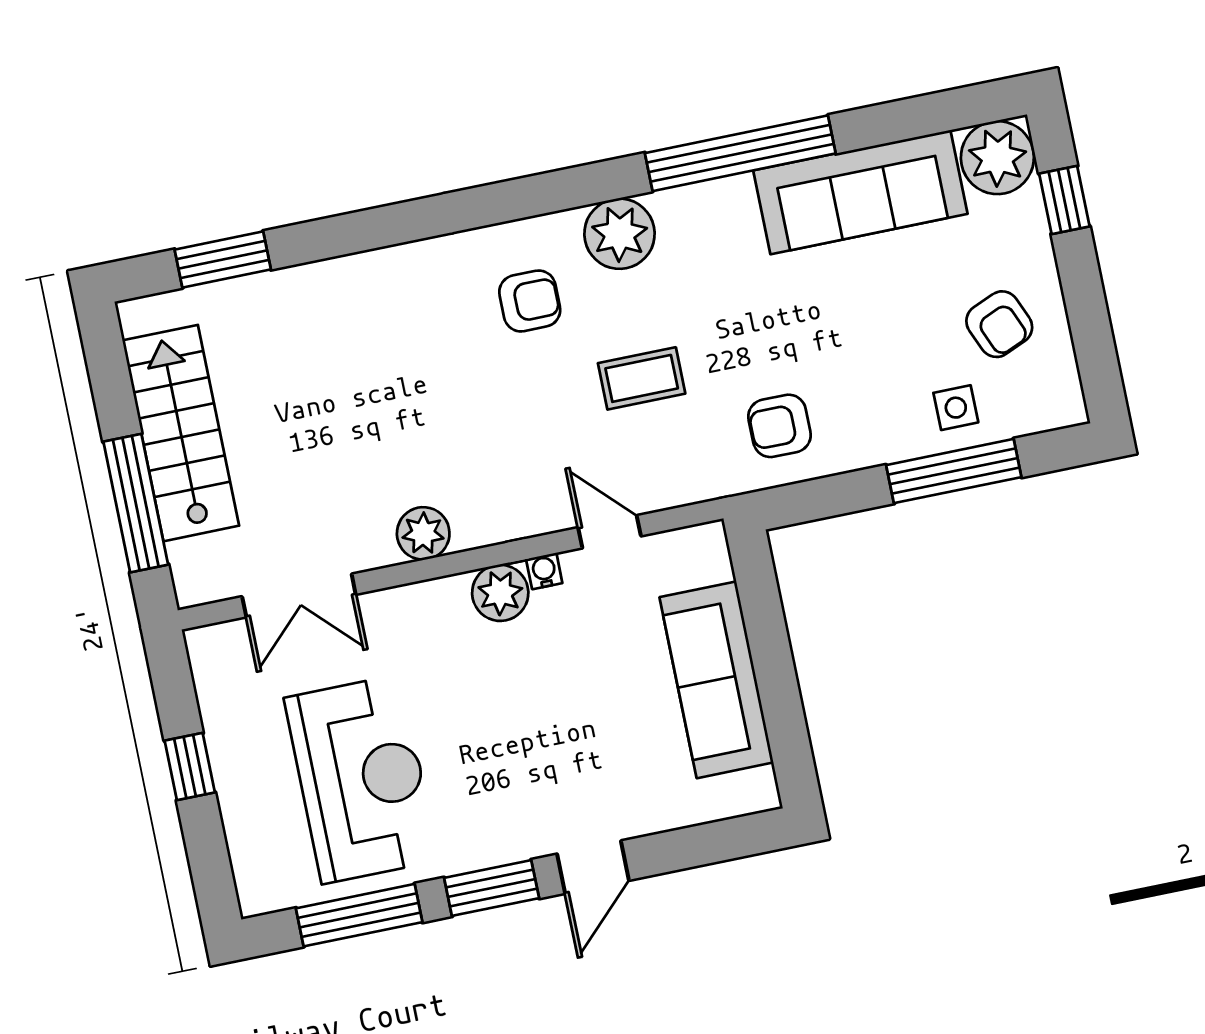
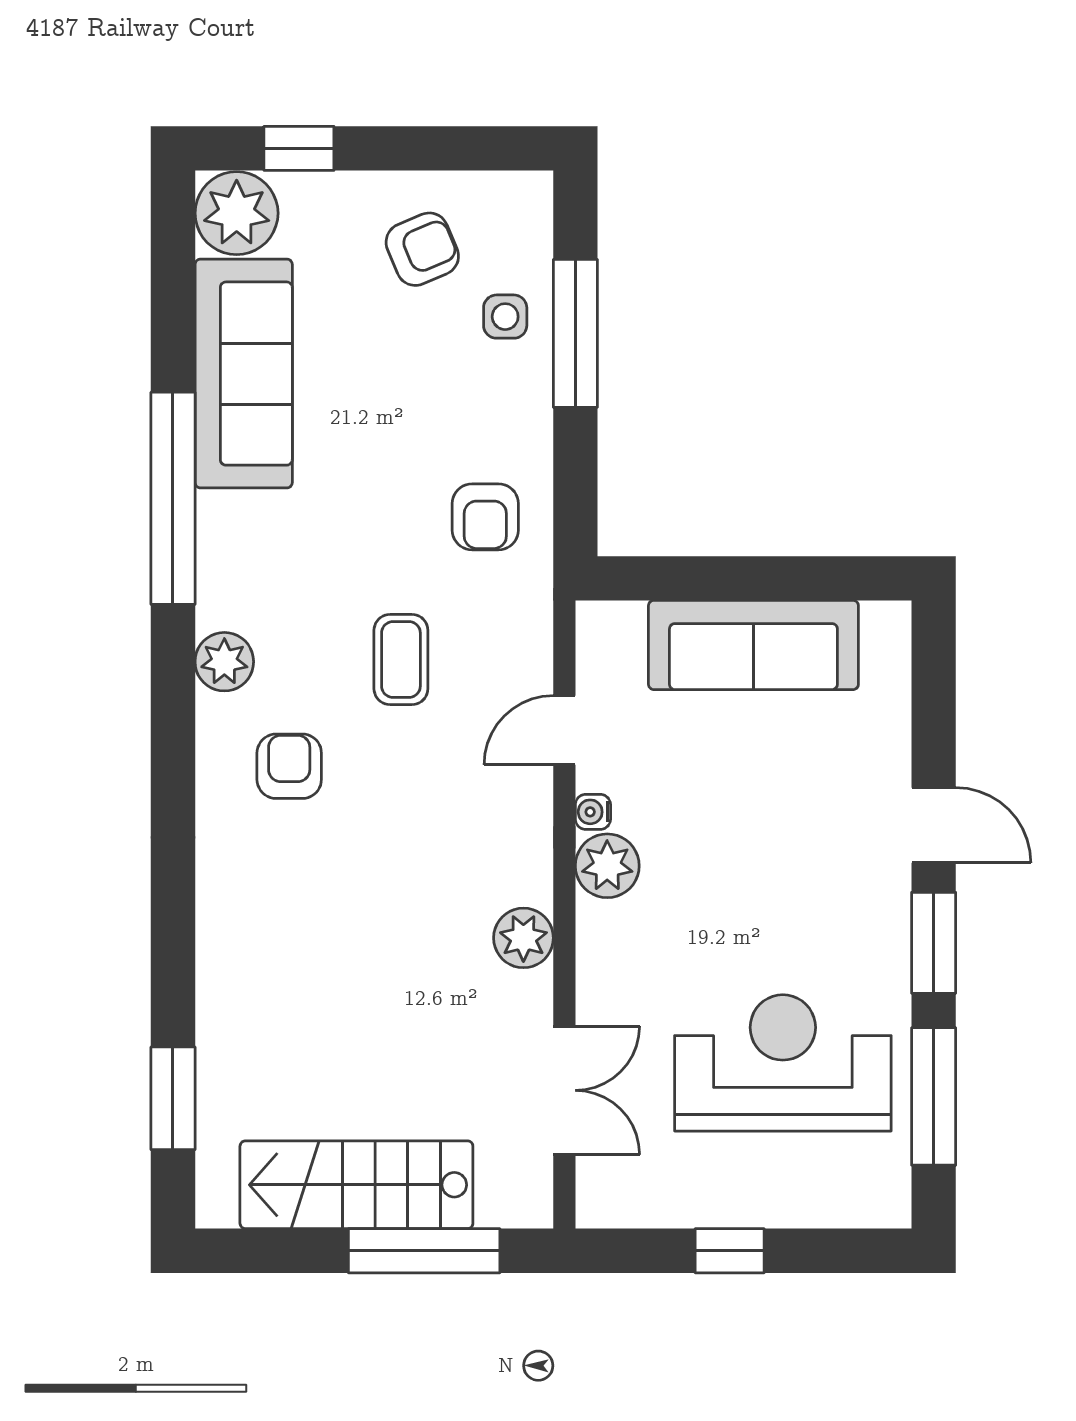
plant: (620, 234) -> (224, 662), width x0.73, depth x0.73

